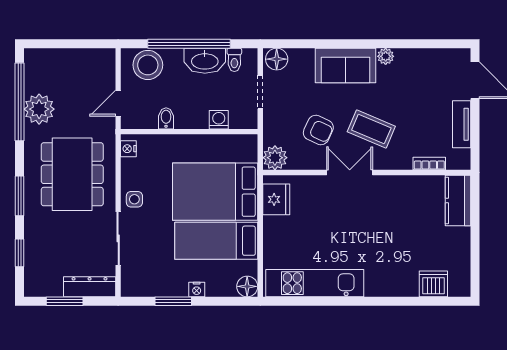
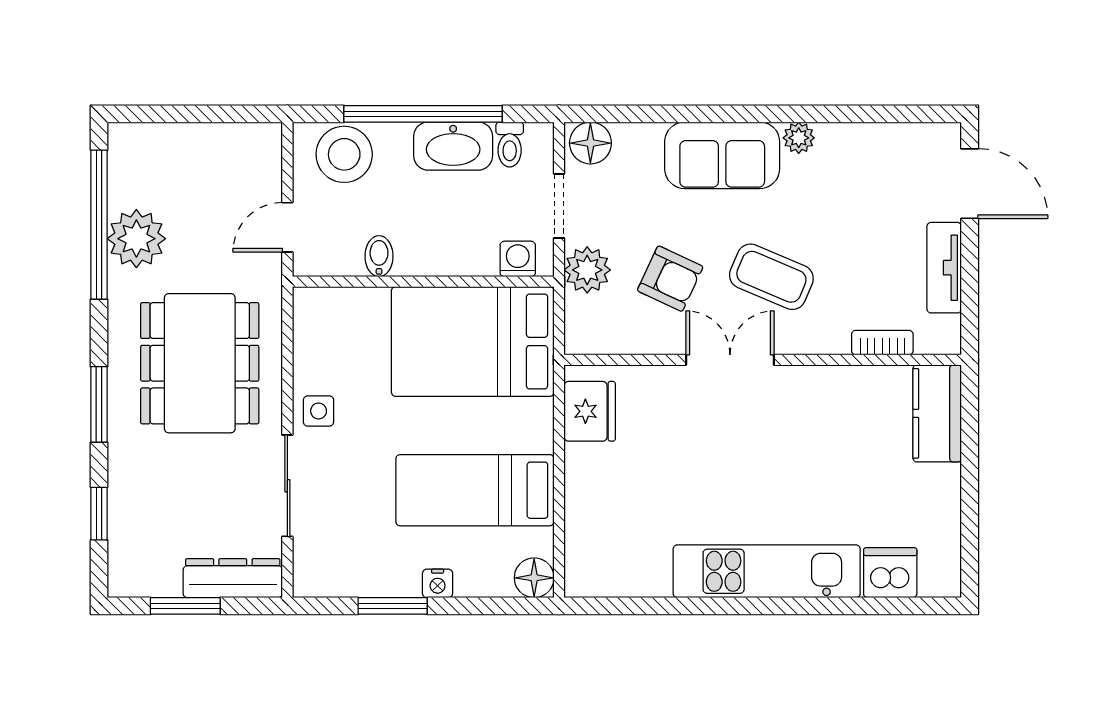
washing machine: (219, 120) -> (518, 259), moved
nightstand: (128, 149) -> (307, 314), removed
plant: (275, 158) -> (587, 270), moved
bed: (215, 192) -> (473, 341), moved
kitchen unit: (315, 283) -> (767, 571), moved

